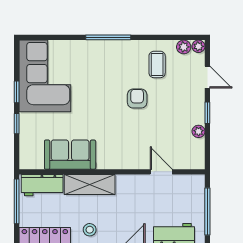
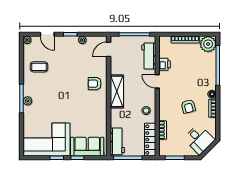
plant: (184, 47) -> (28, 101), moved
door: (207, 77) -> (47, 34), swing flipped
armchair: (137, 99) -> (95, 84), moved
sofa: (70, 155) -> (87, 147), moved, turned 90
door: (161, 172) -> (109, 49), moved
shelving: (90, 185) -> (117, 91), moved

